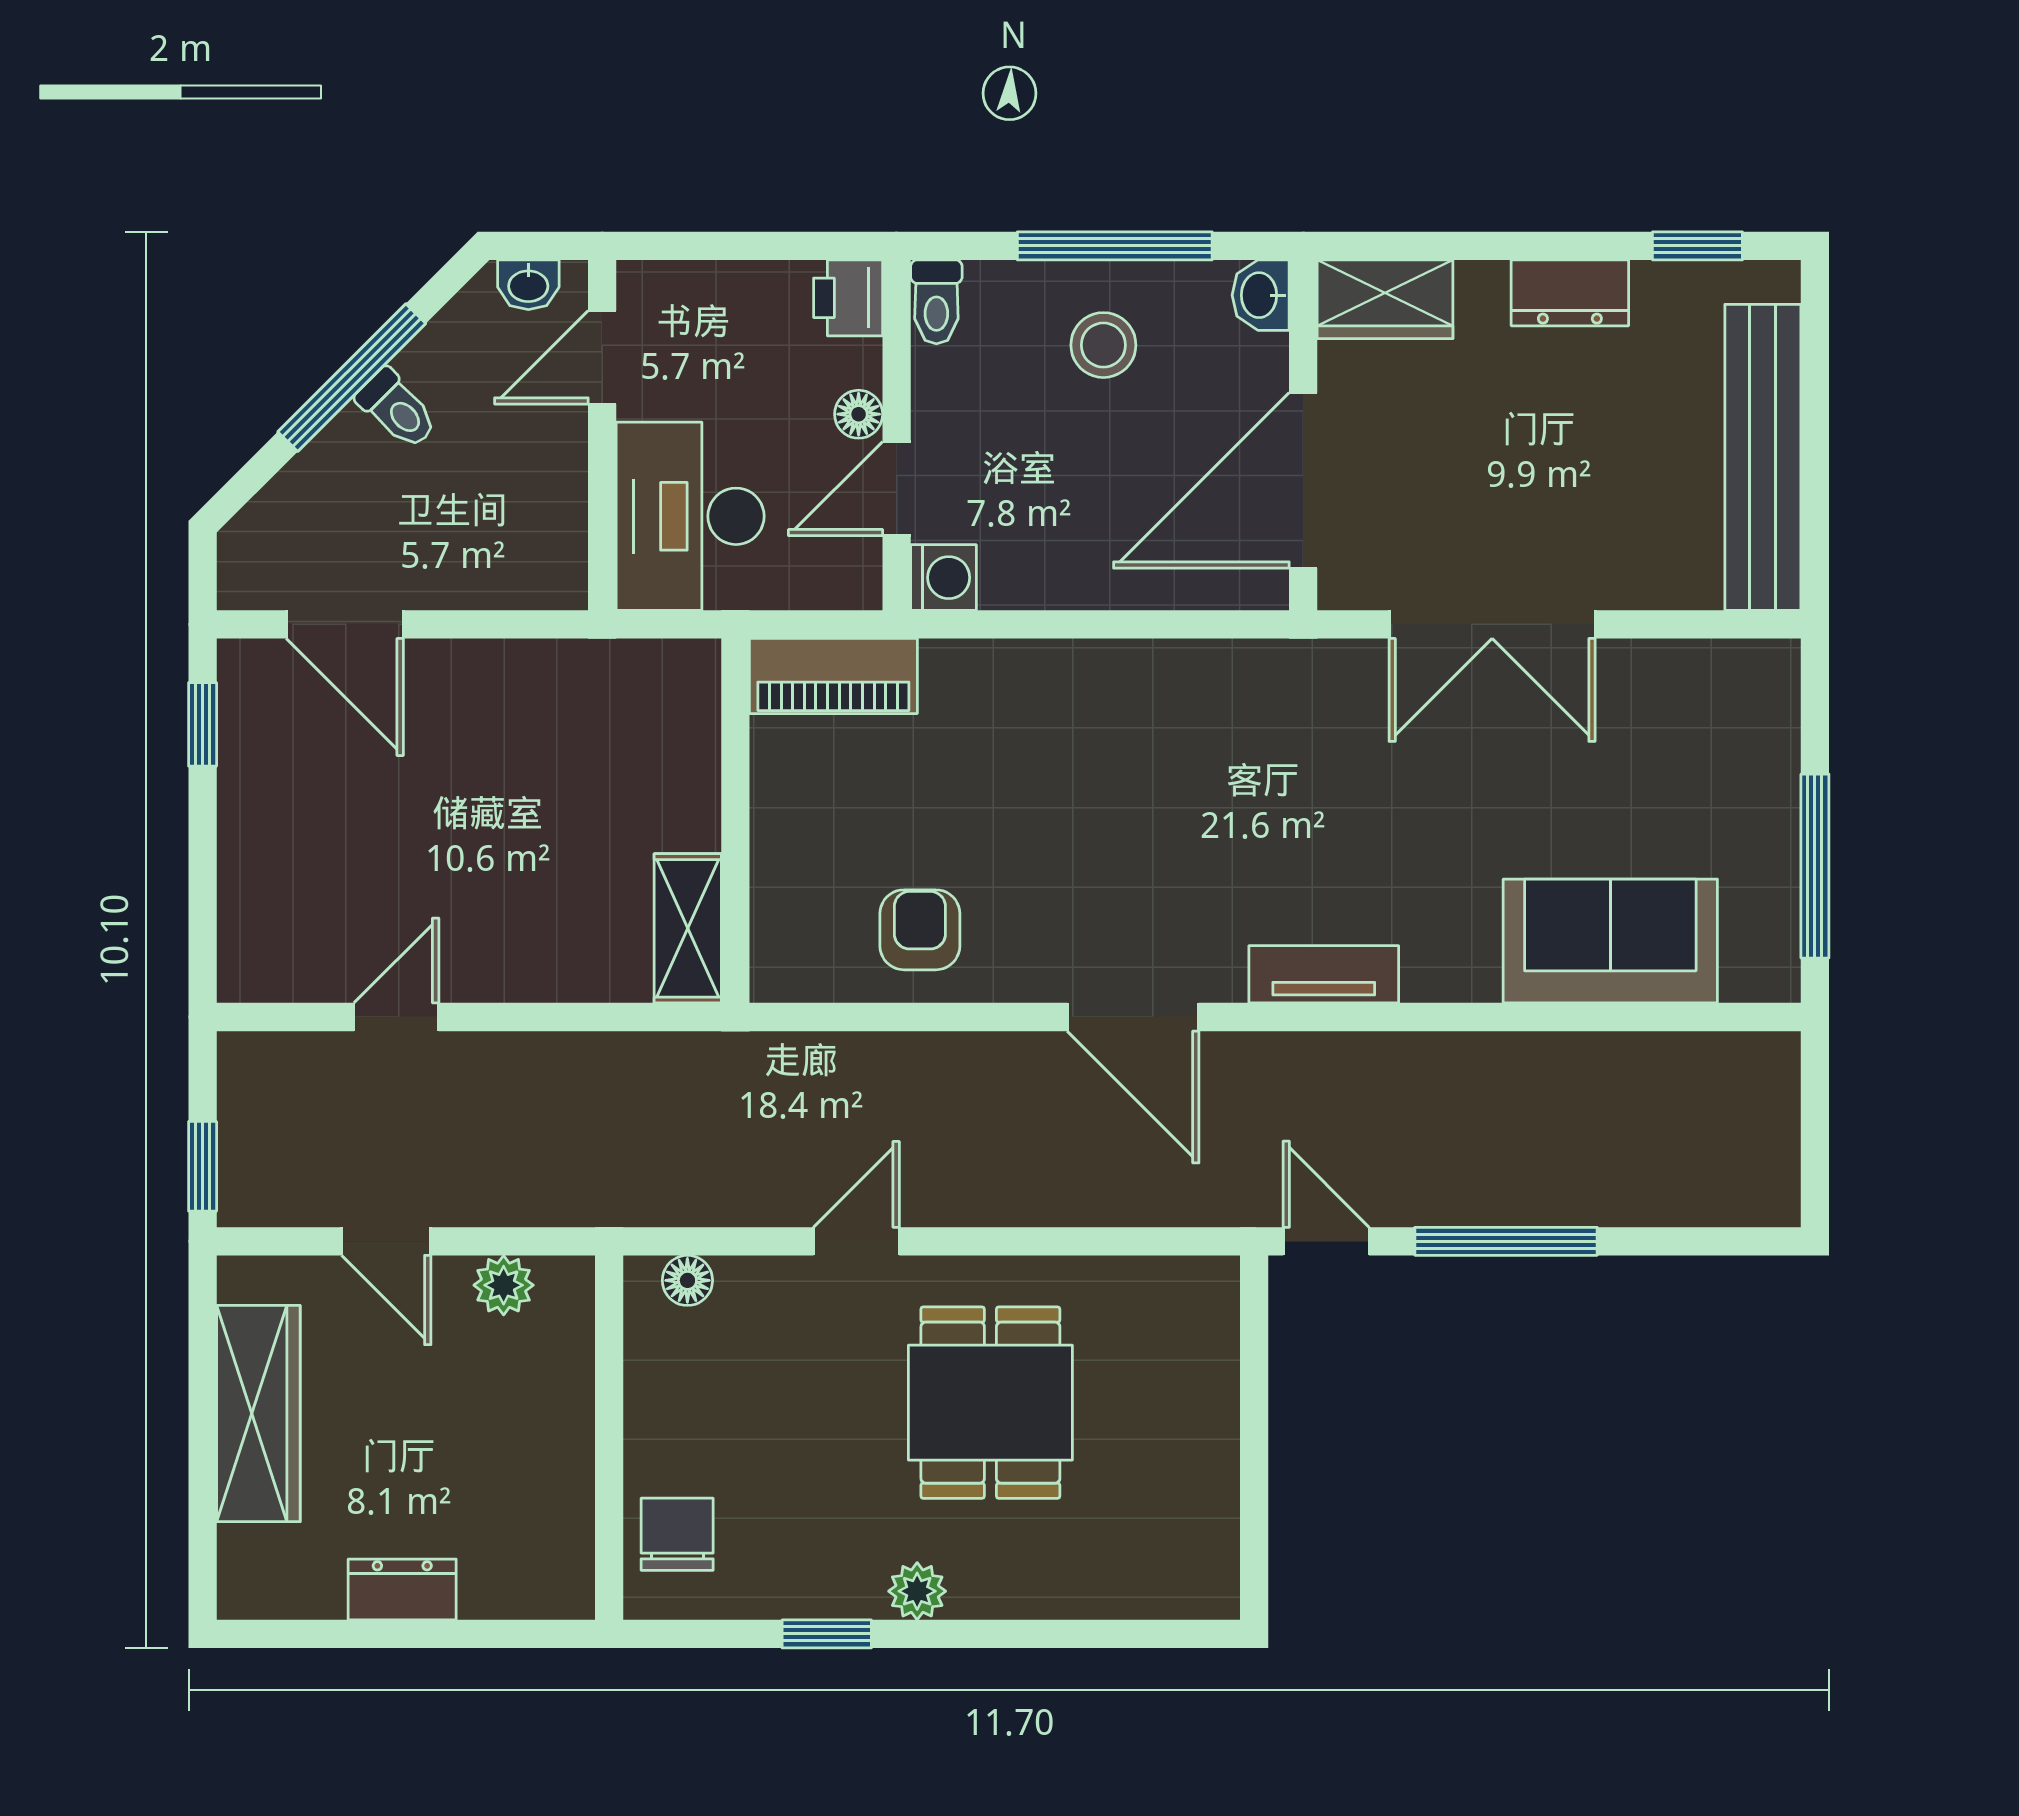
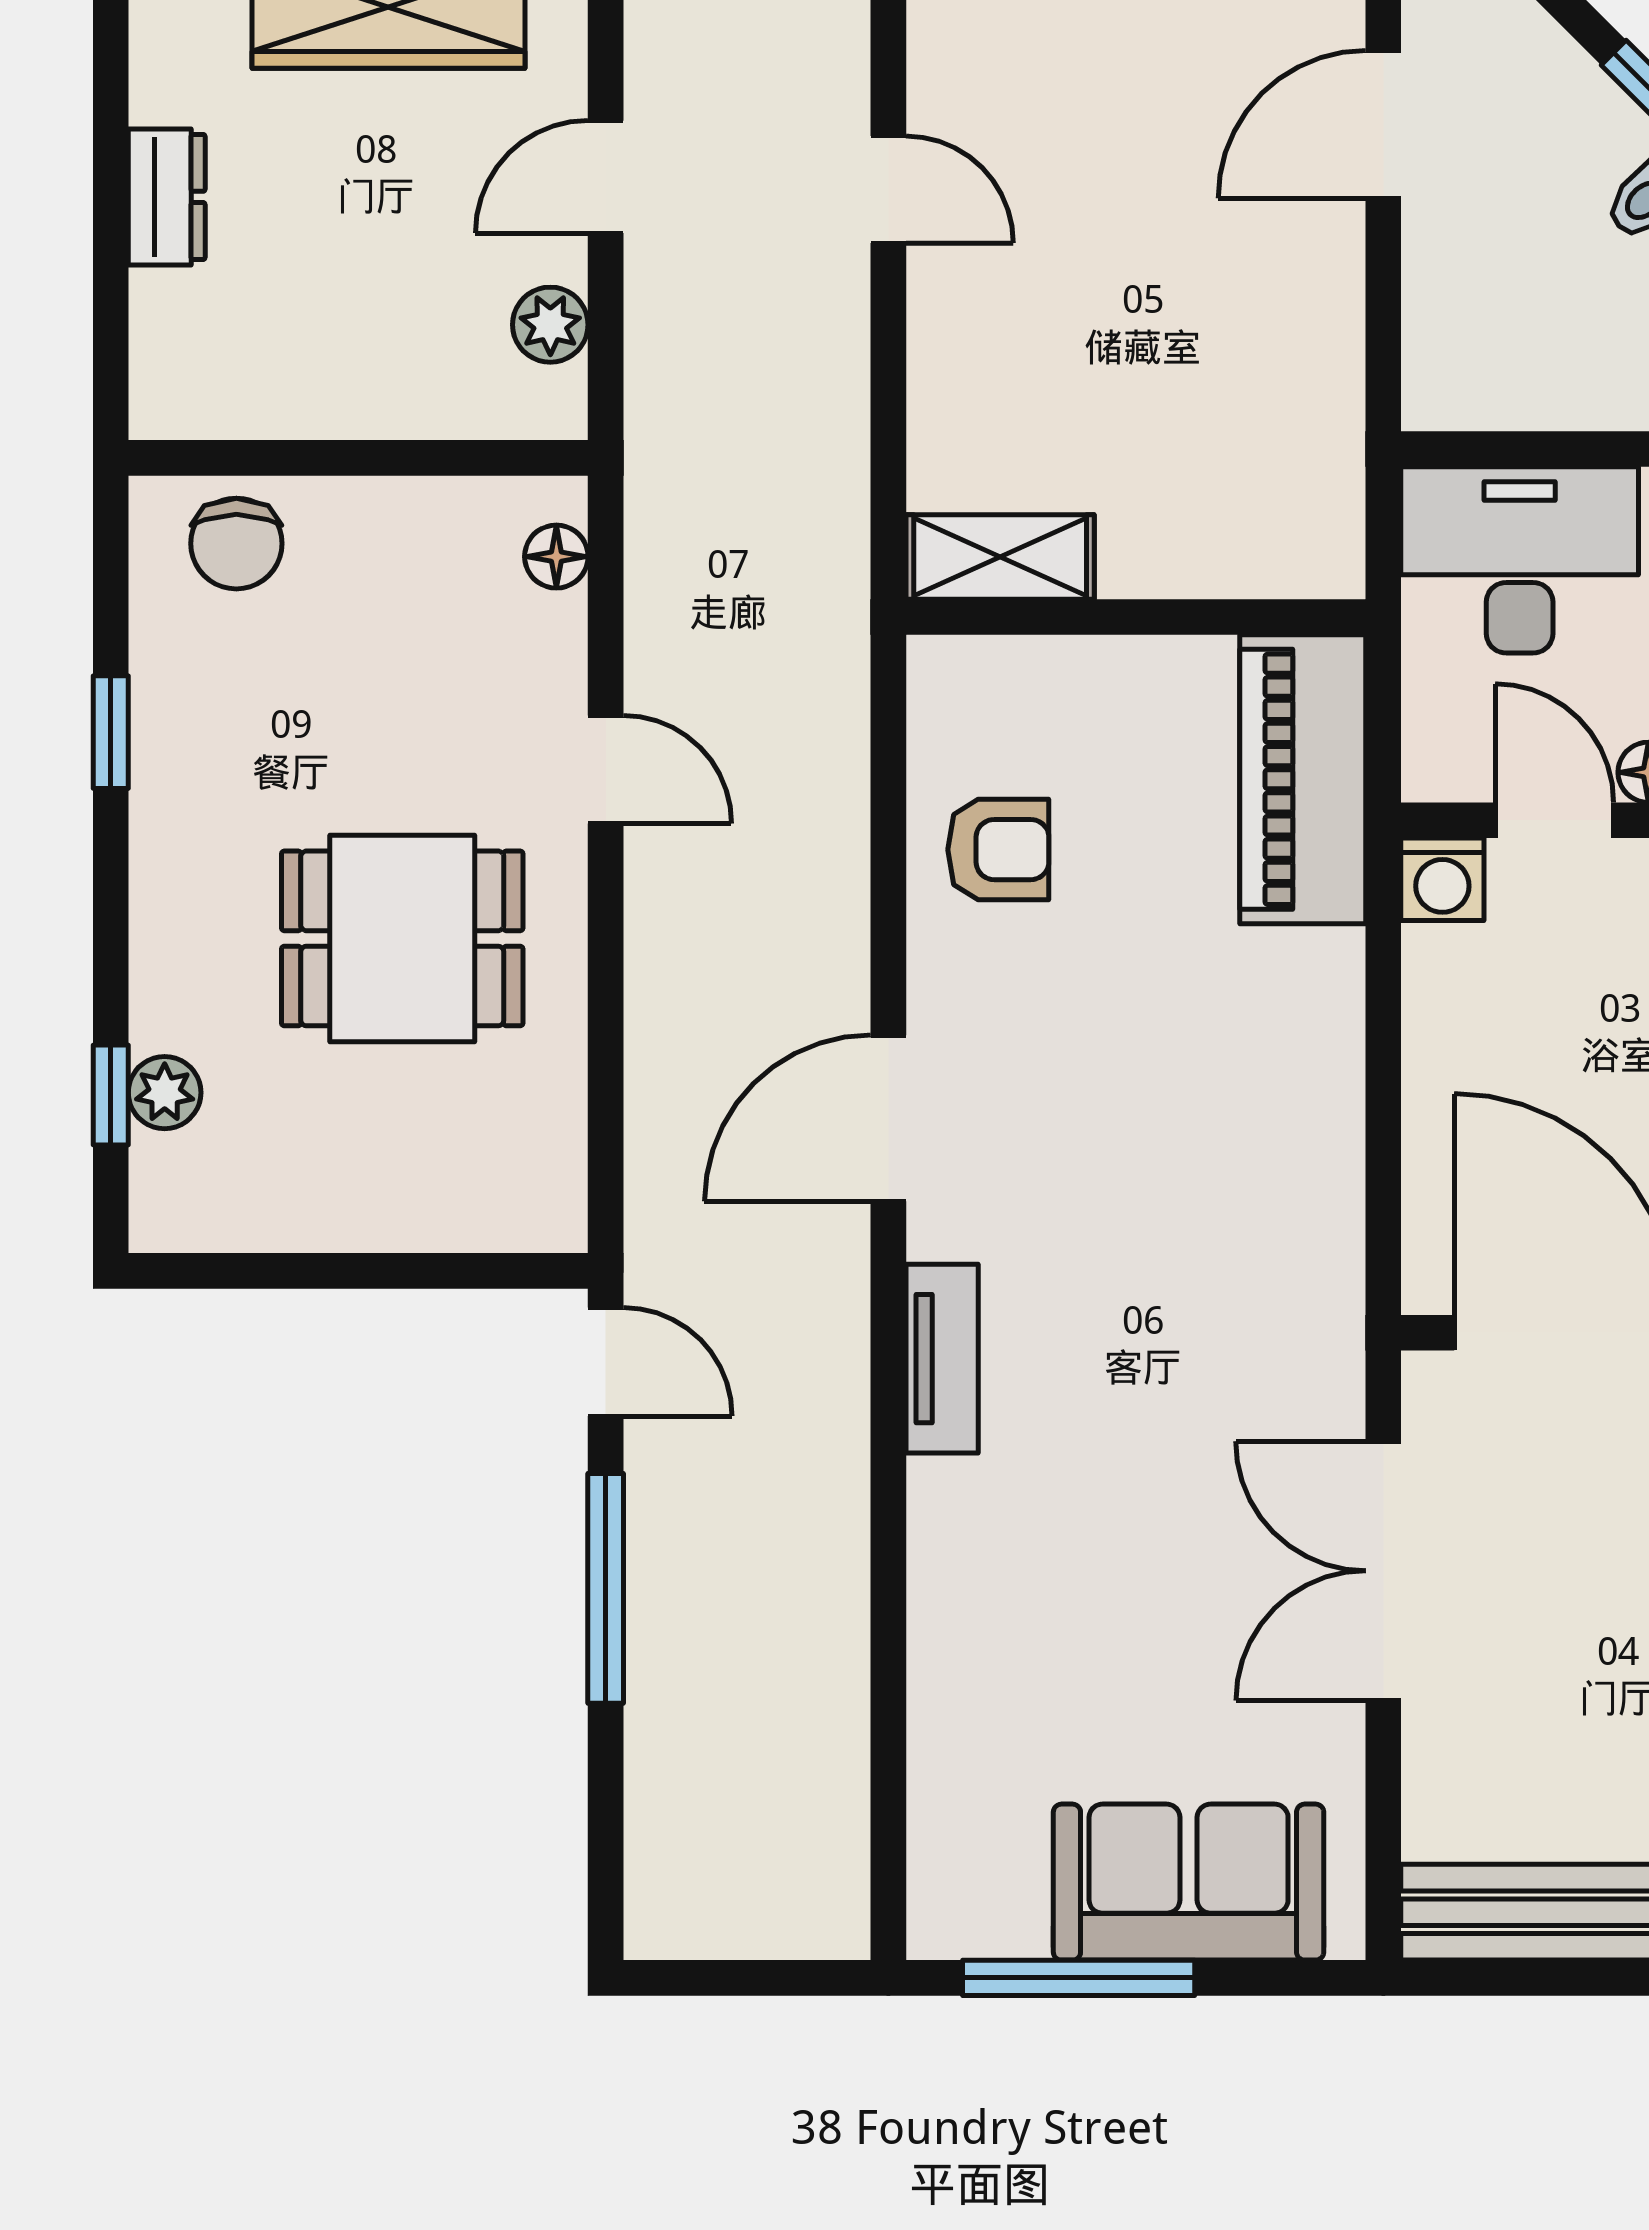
piano: (833, 676) -> (1303, 779), width x1.37, depth x1.33
sofa: (1610, 941) -> (1189, 1882), moved, turned -90
door: (1326, 1241) -> (606, 1362), hinge flipped
chair: (677, 1534) -> (236, 544), turned 90
plant: (917, 1591) -> (165, 1093), moved
window: (1115, 1634) -> (111, 1095), added

